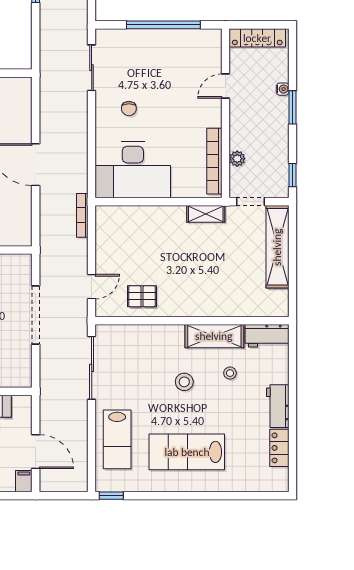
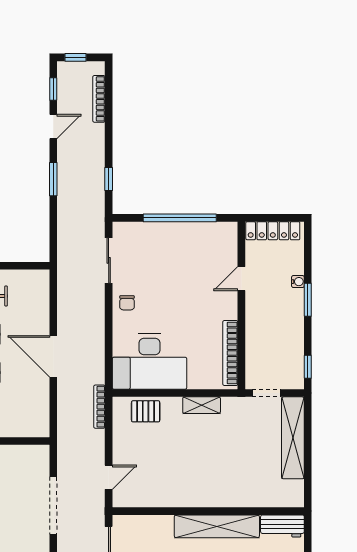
chair: (129, 109) -> (127, 303), moved
plant: (237, 159) -> (253, 350), removed
shelving: (206, 214) -> (202, 405), moved
pallet: (142, 296) -> (146, 411), moved
shelving: (214, 336) -> (217, 526), width x1.47

